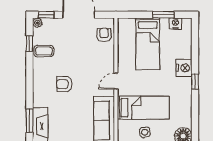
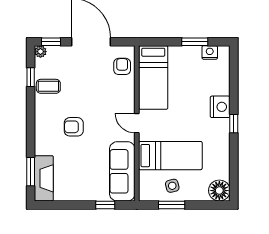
bed: (148, 44) -> (153, 77), moved
door: (116, 81) -> (137, 123), hinge flipped

